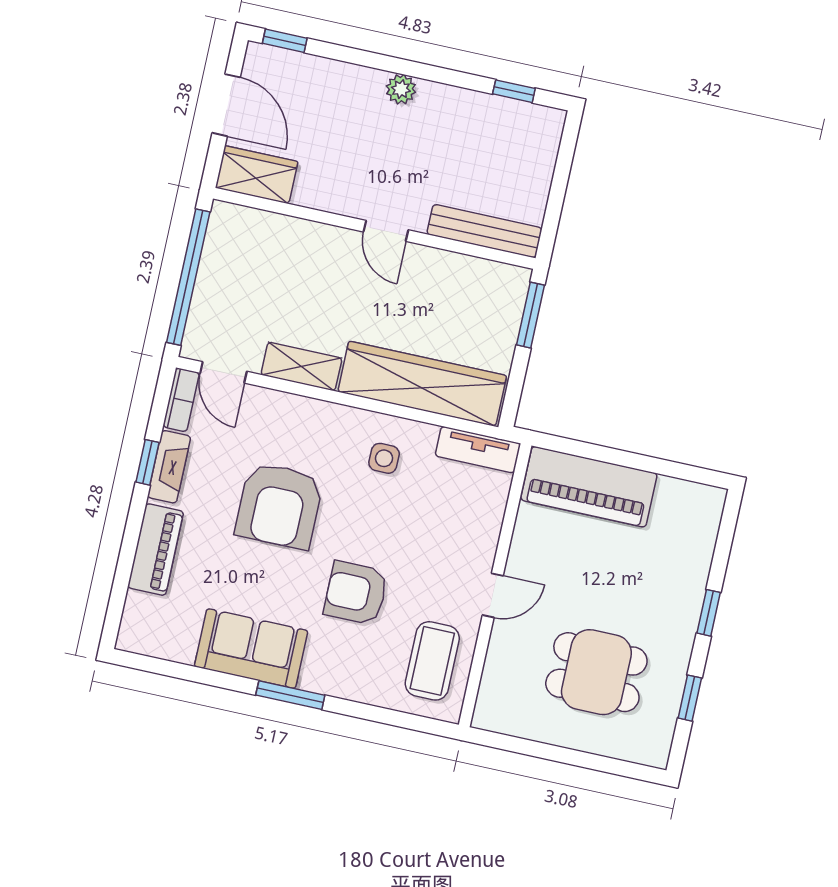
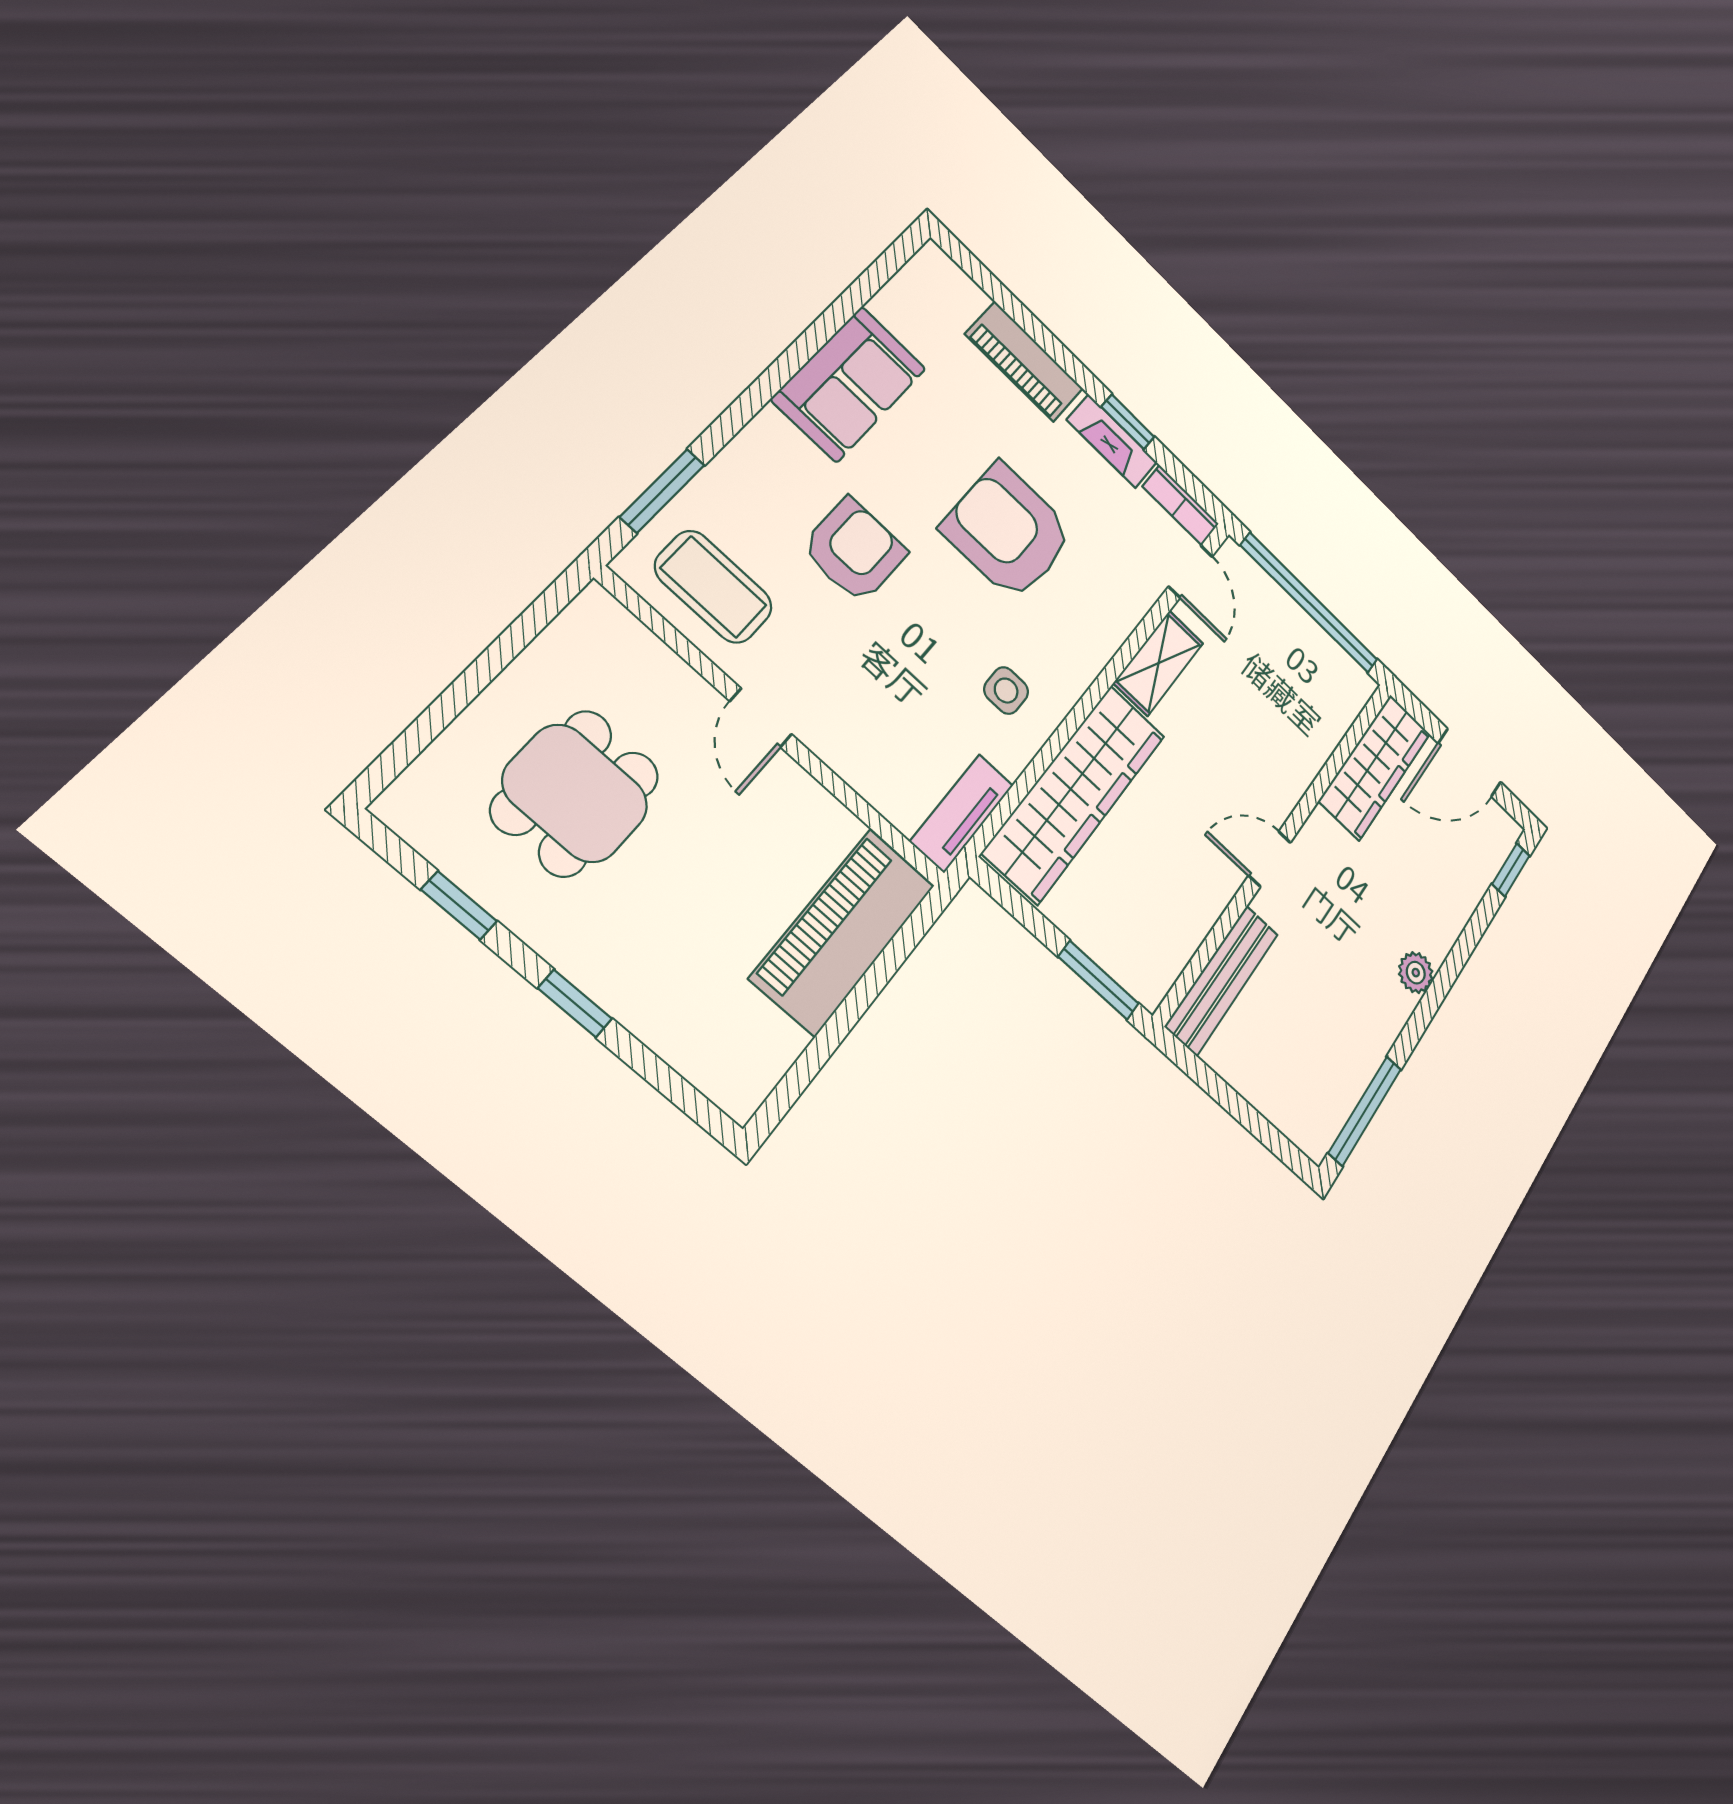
window: (514, 91) -> (1365, 1111), width x2.17
wardrobe: (257, 175) -> (1375, 767), width x1.50
door: (223, 372) -> (1191, 571), swing flipped
window: (290, 695) -> (662, 491), moved

